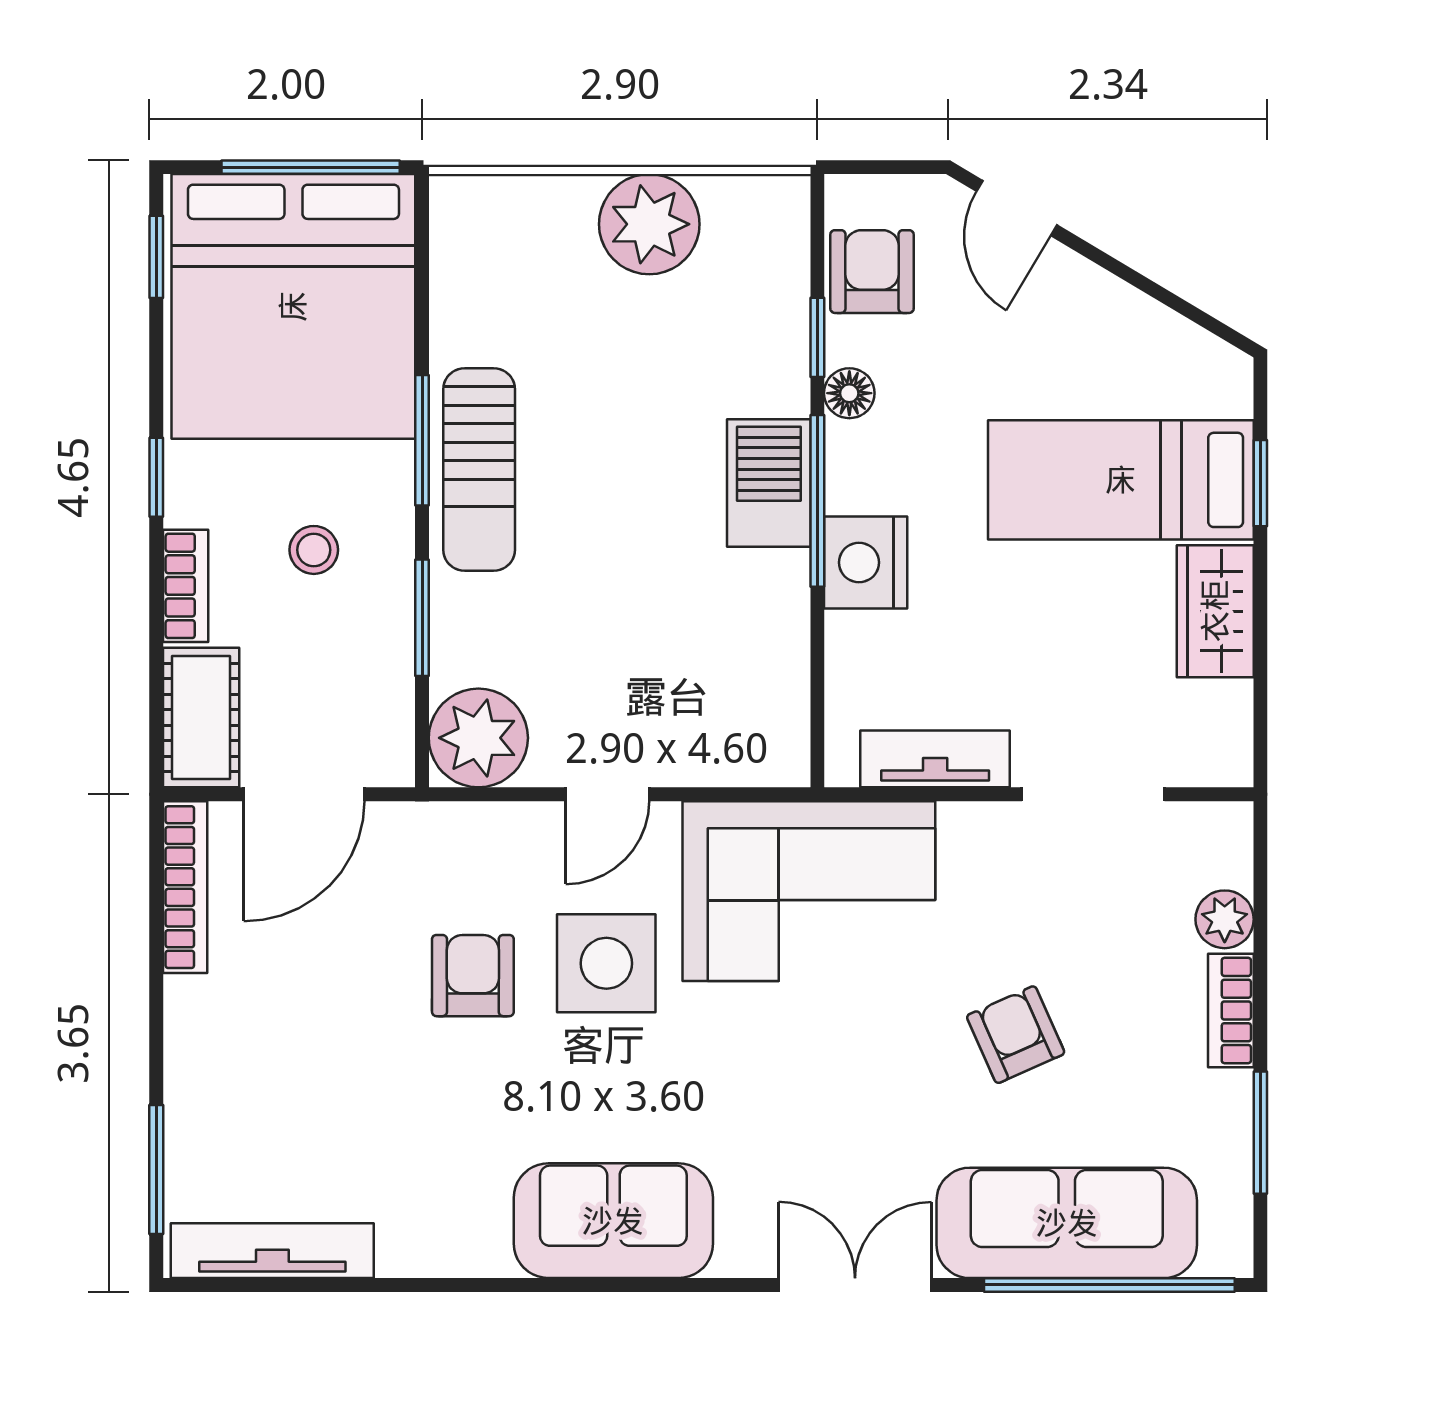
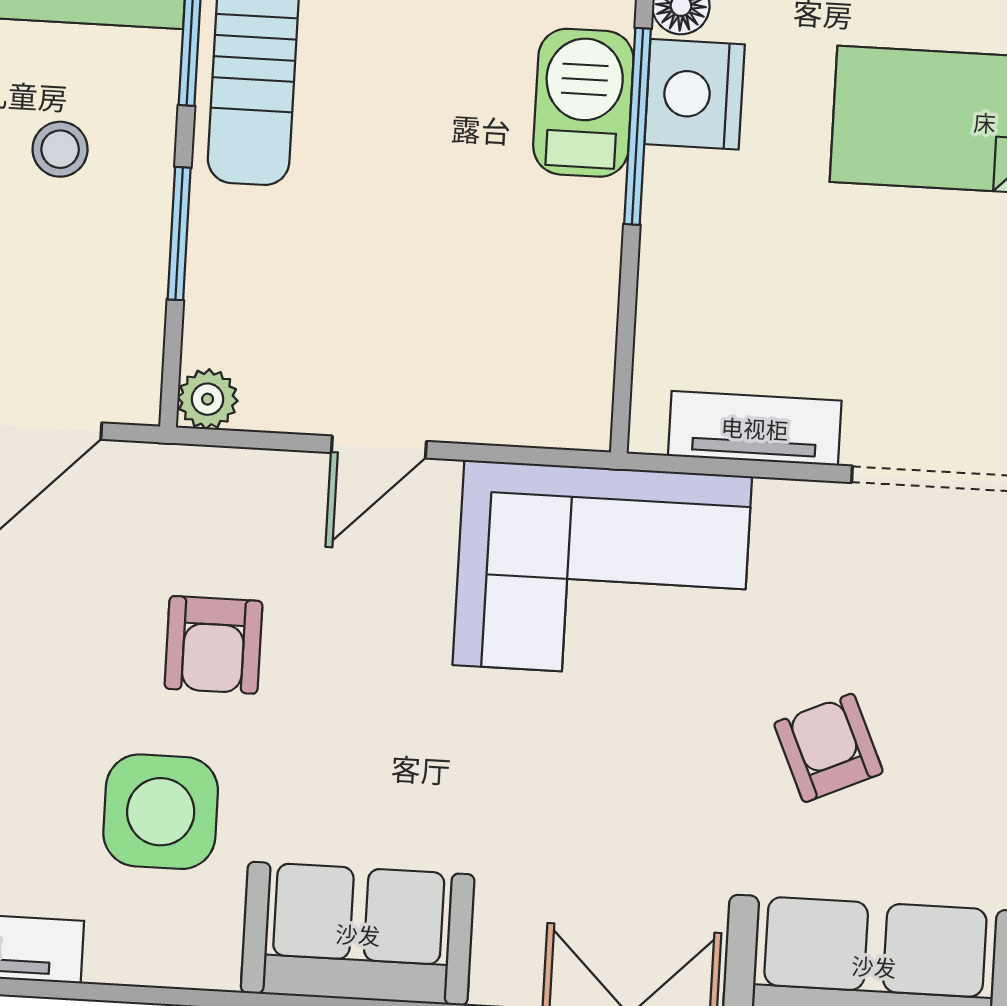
nightstand: (866, 562) -> (695, 94), moved
plant: (478, 738) -> (208, 399), width x0.53, depth x0.53
side table: (606, 963) -> (161, 812), moved
armchair: (473, 976) -> (214, 645), turned 180

